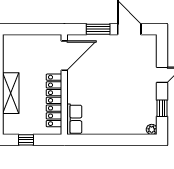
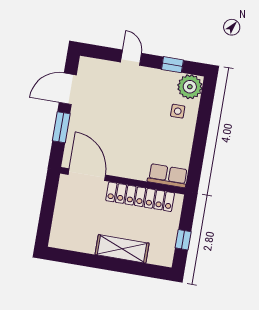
side table: (126, 119) -> (178, 111), added
plant: (152, 129) -> (190, 87), width x1.87, depth x1.87

